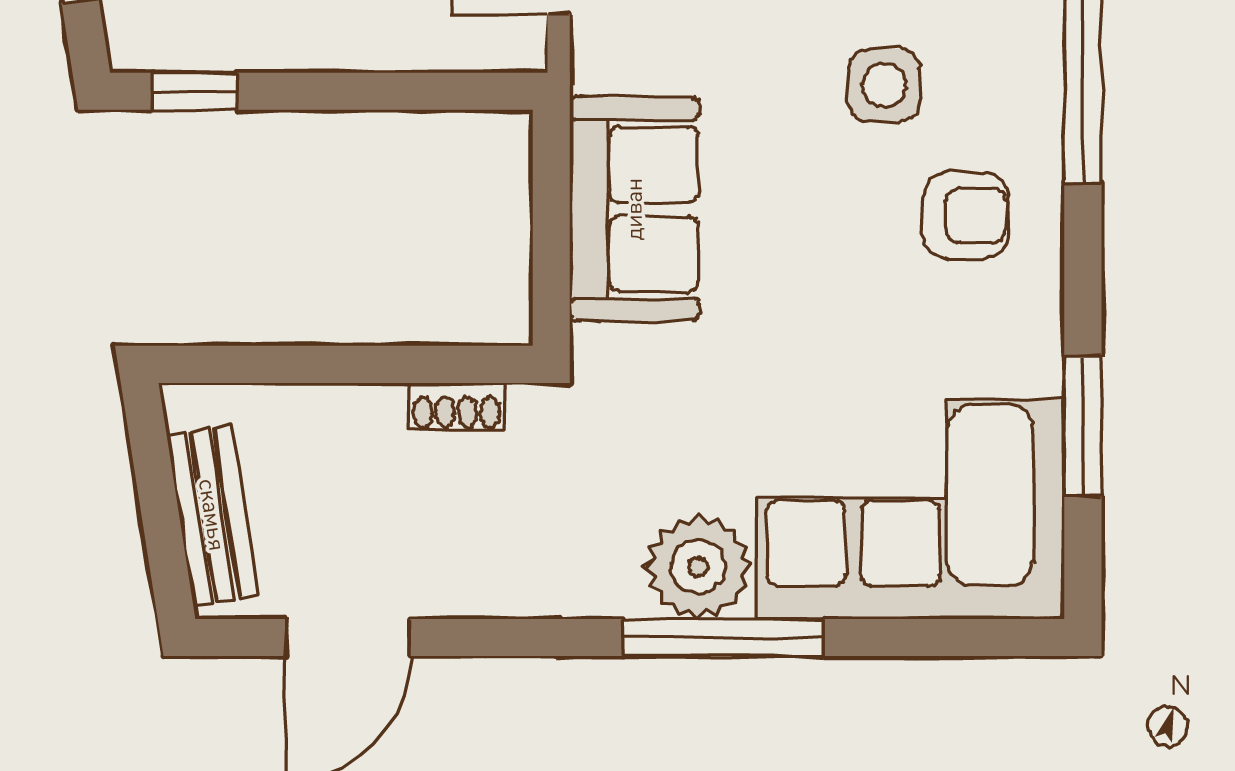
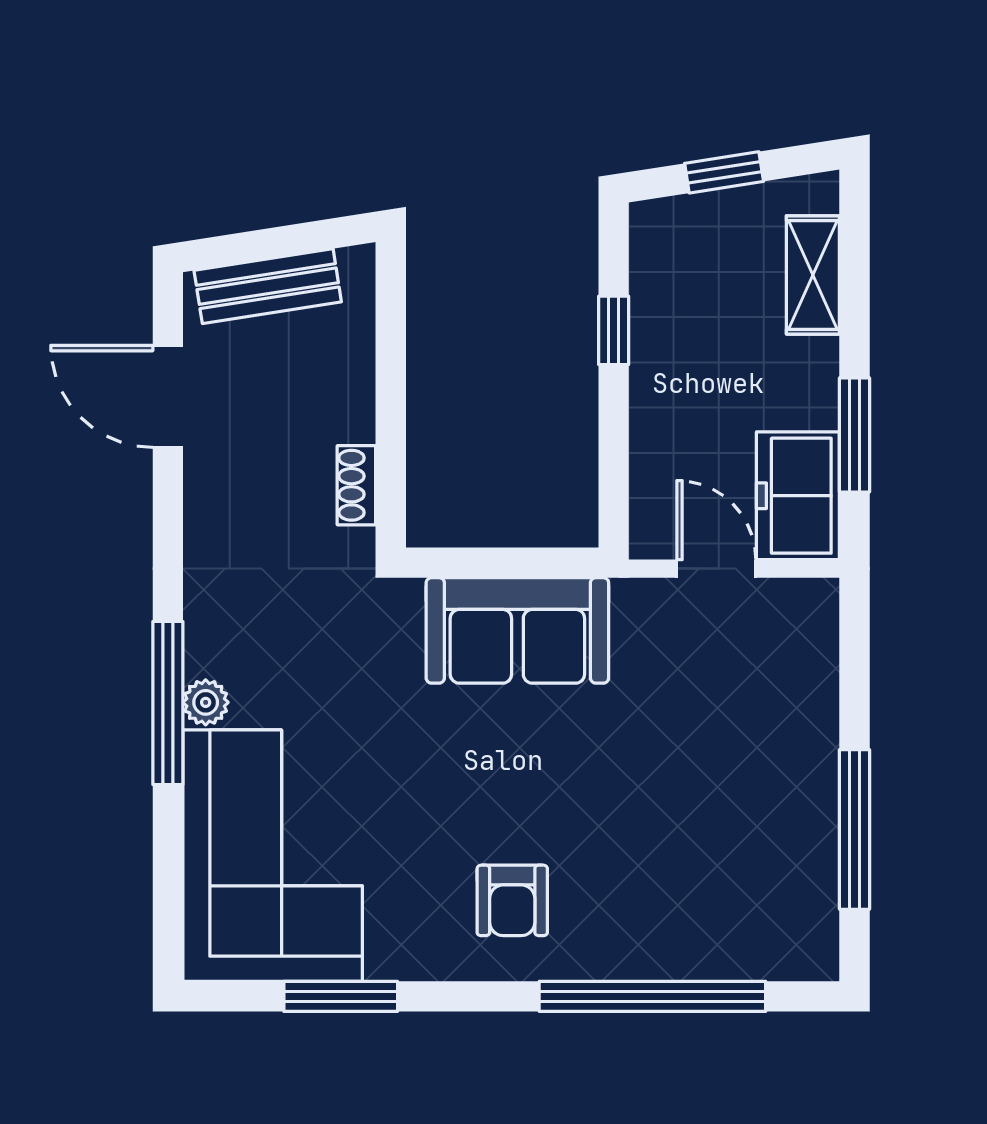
side table: (884, 85) -> (618, 834), removed
window: (195, 91) -> (614, 330), moved
plant: (698, 567) -> (206, 702), width x0.53, depth x0.53

